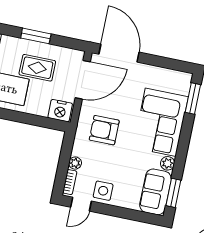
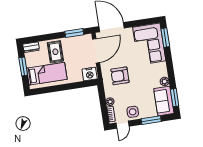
window: (36, 36) -> (74, 33), moved
rug: (37, 68) -> (55, 52), moved, turned 90
corner sofa: (161, 122) -> (149, 44), moved
window: (126, 213) -> (151, 120), added

